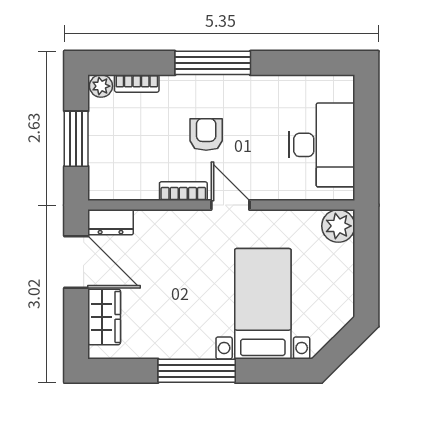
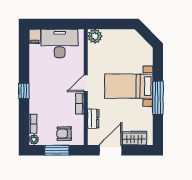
window: (213, 63) -> (24, 91), width x0.46
filing cabinet: (338, 88) -> (35, 36), added
armchair: (206, 135) -> (64, 134), moved
dresser: (111, 222) -> (93, 119), moved
bed with nightstands: (263, 304) -> (129, 86), moved

